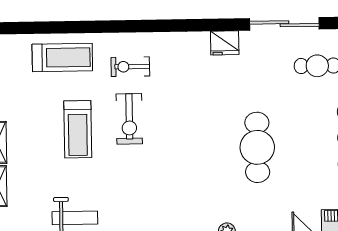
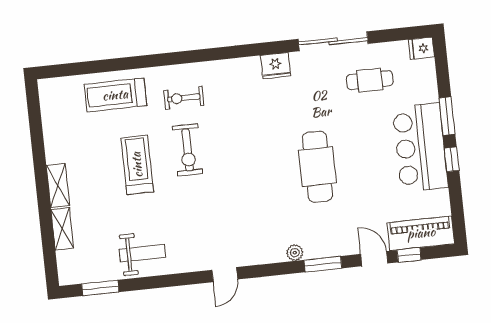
treadmill: (62, 57) -> (115, 95), turned 180
treadmill: (78, 129) -> (137, 165), turned 180

